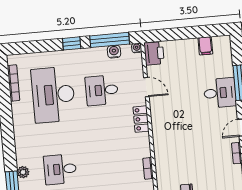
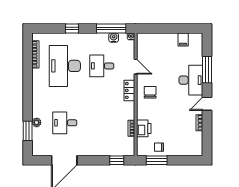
window: (72, 43) -> (72, 28), moved
printer: (154, 53) -> (144, 128), moved
desk: (220, 93) -> (191, 80), width x1.37
chair: (168, 119) -> (150, 92), added

